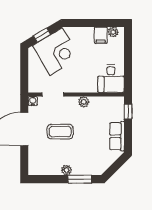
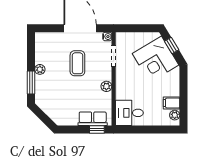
row of seats: (117, 136) -> (93, 119), moved

